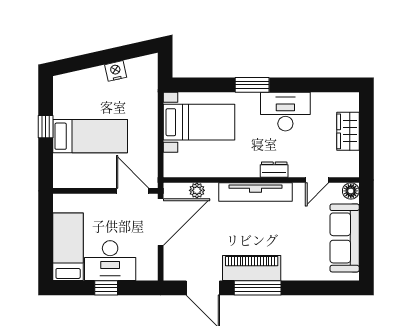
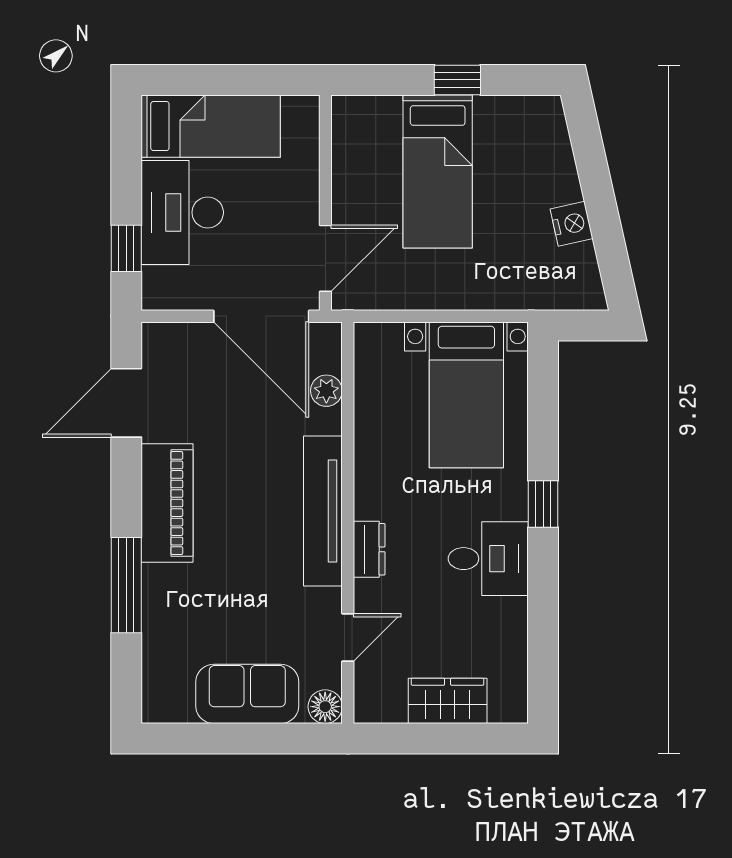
window: (252, 85) -> (543, 504), width x0.67
desk: (285, 112) -> (488, 559), width x0.73
door: (317, 180) -> (348, 637), swing flipped
sofa: (345, 238) -> (247, 694), width x0.73
window: (106, 288) -> (126, 248), moved
window: (258, 288) -> (126, 585), moved

